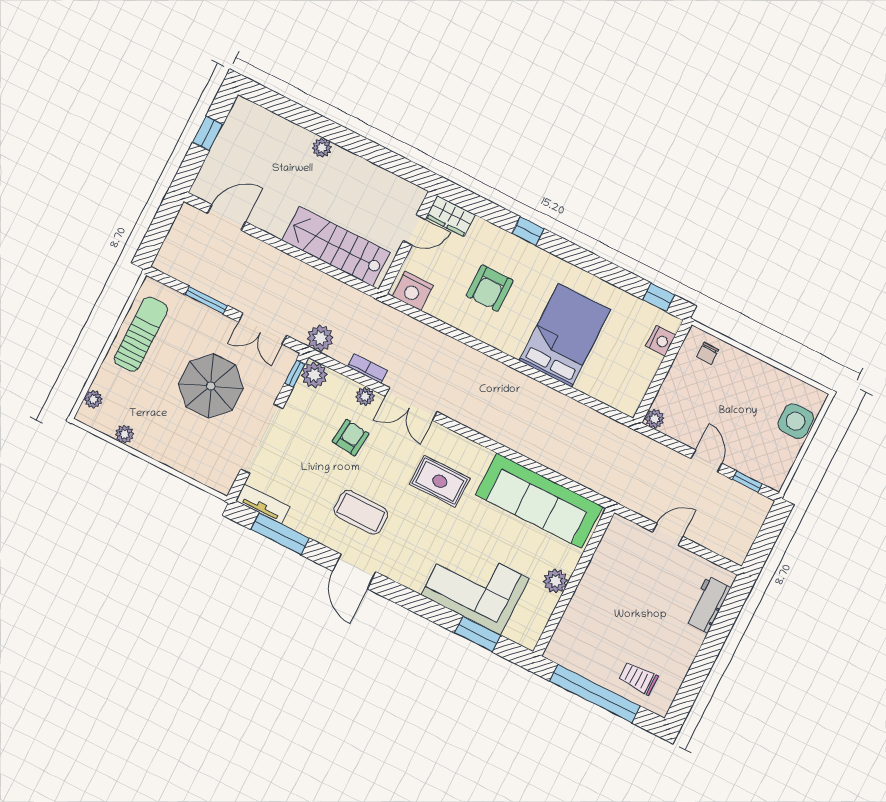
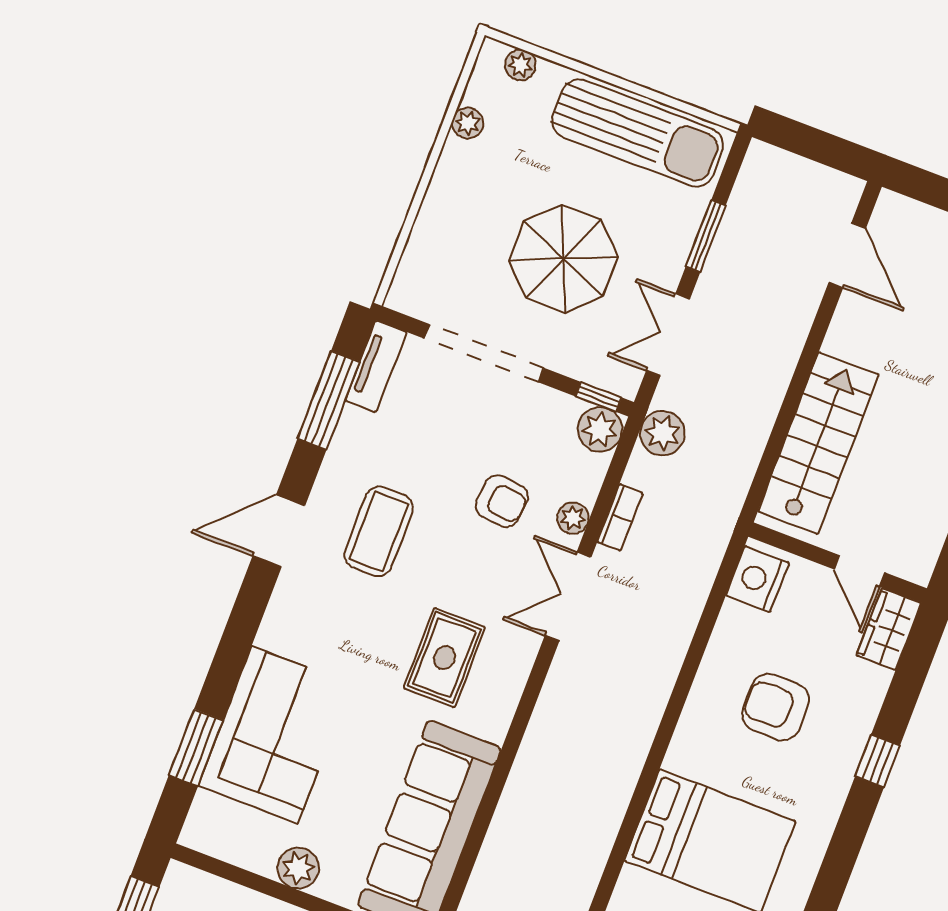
sun lounger: (141, 334) -> (638, 133), width x1.36, depth x1.34

